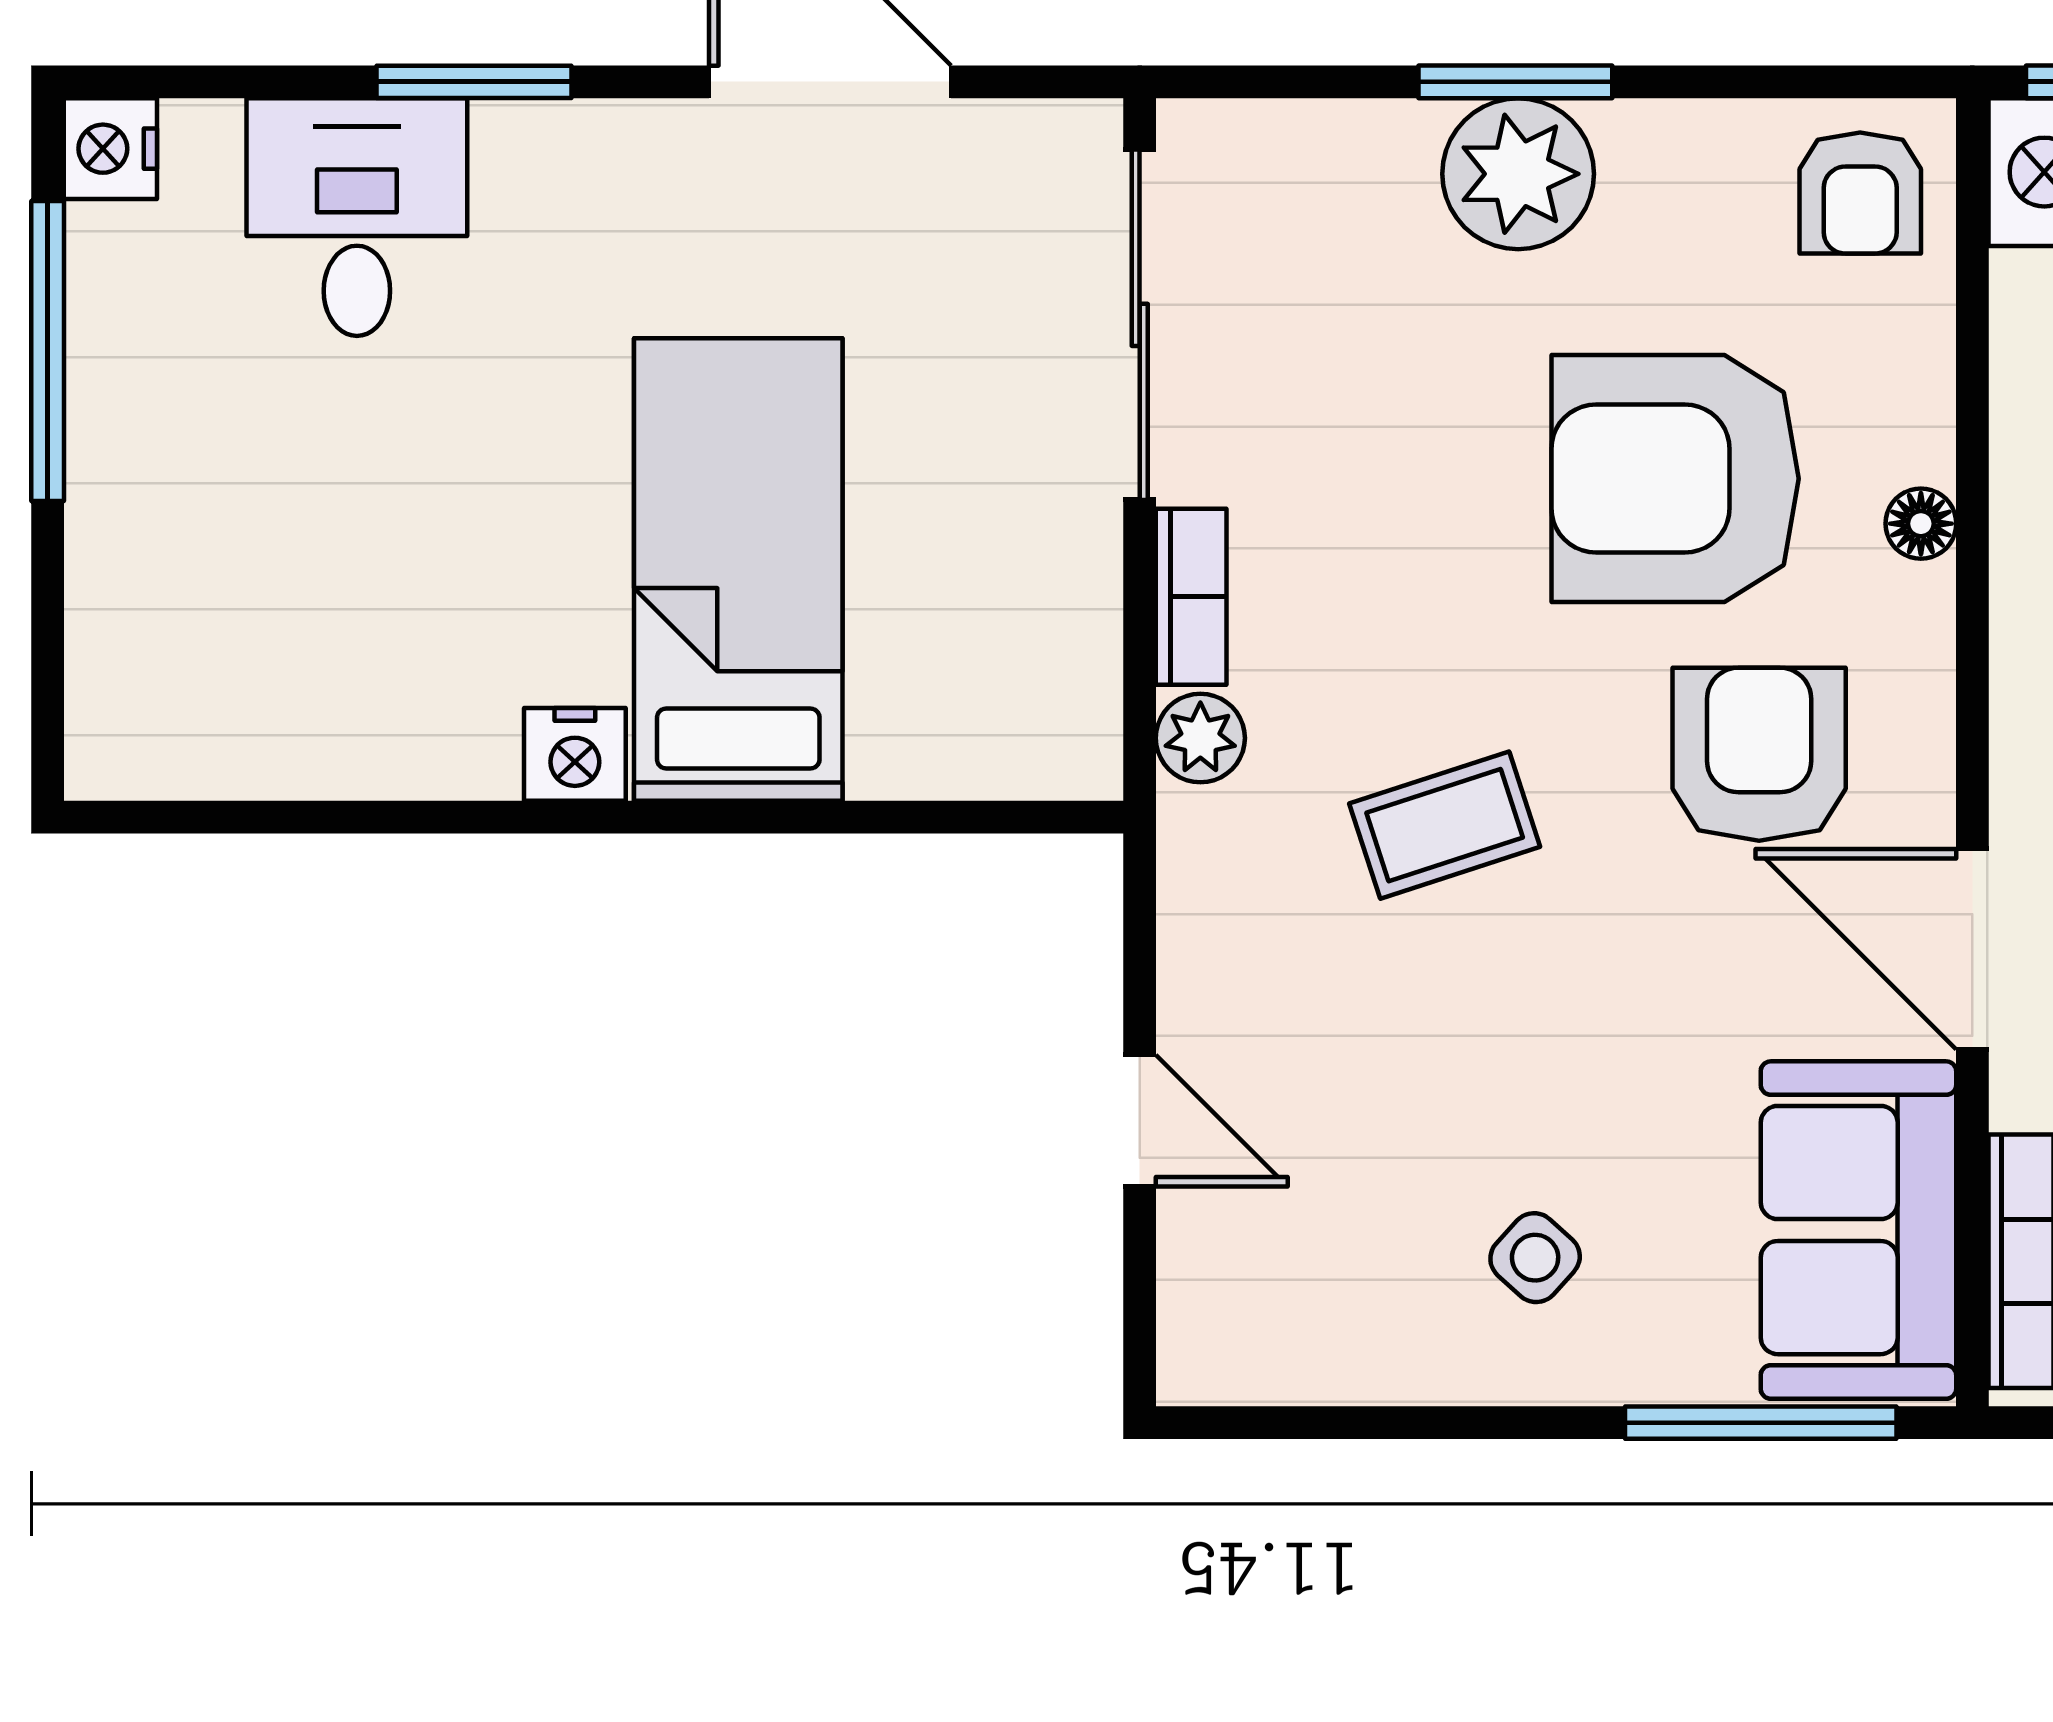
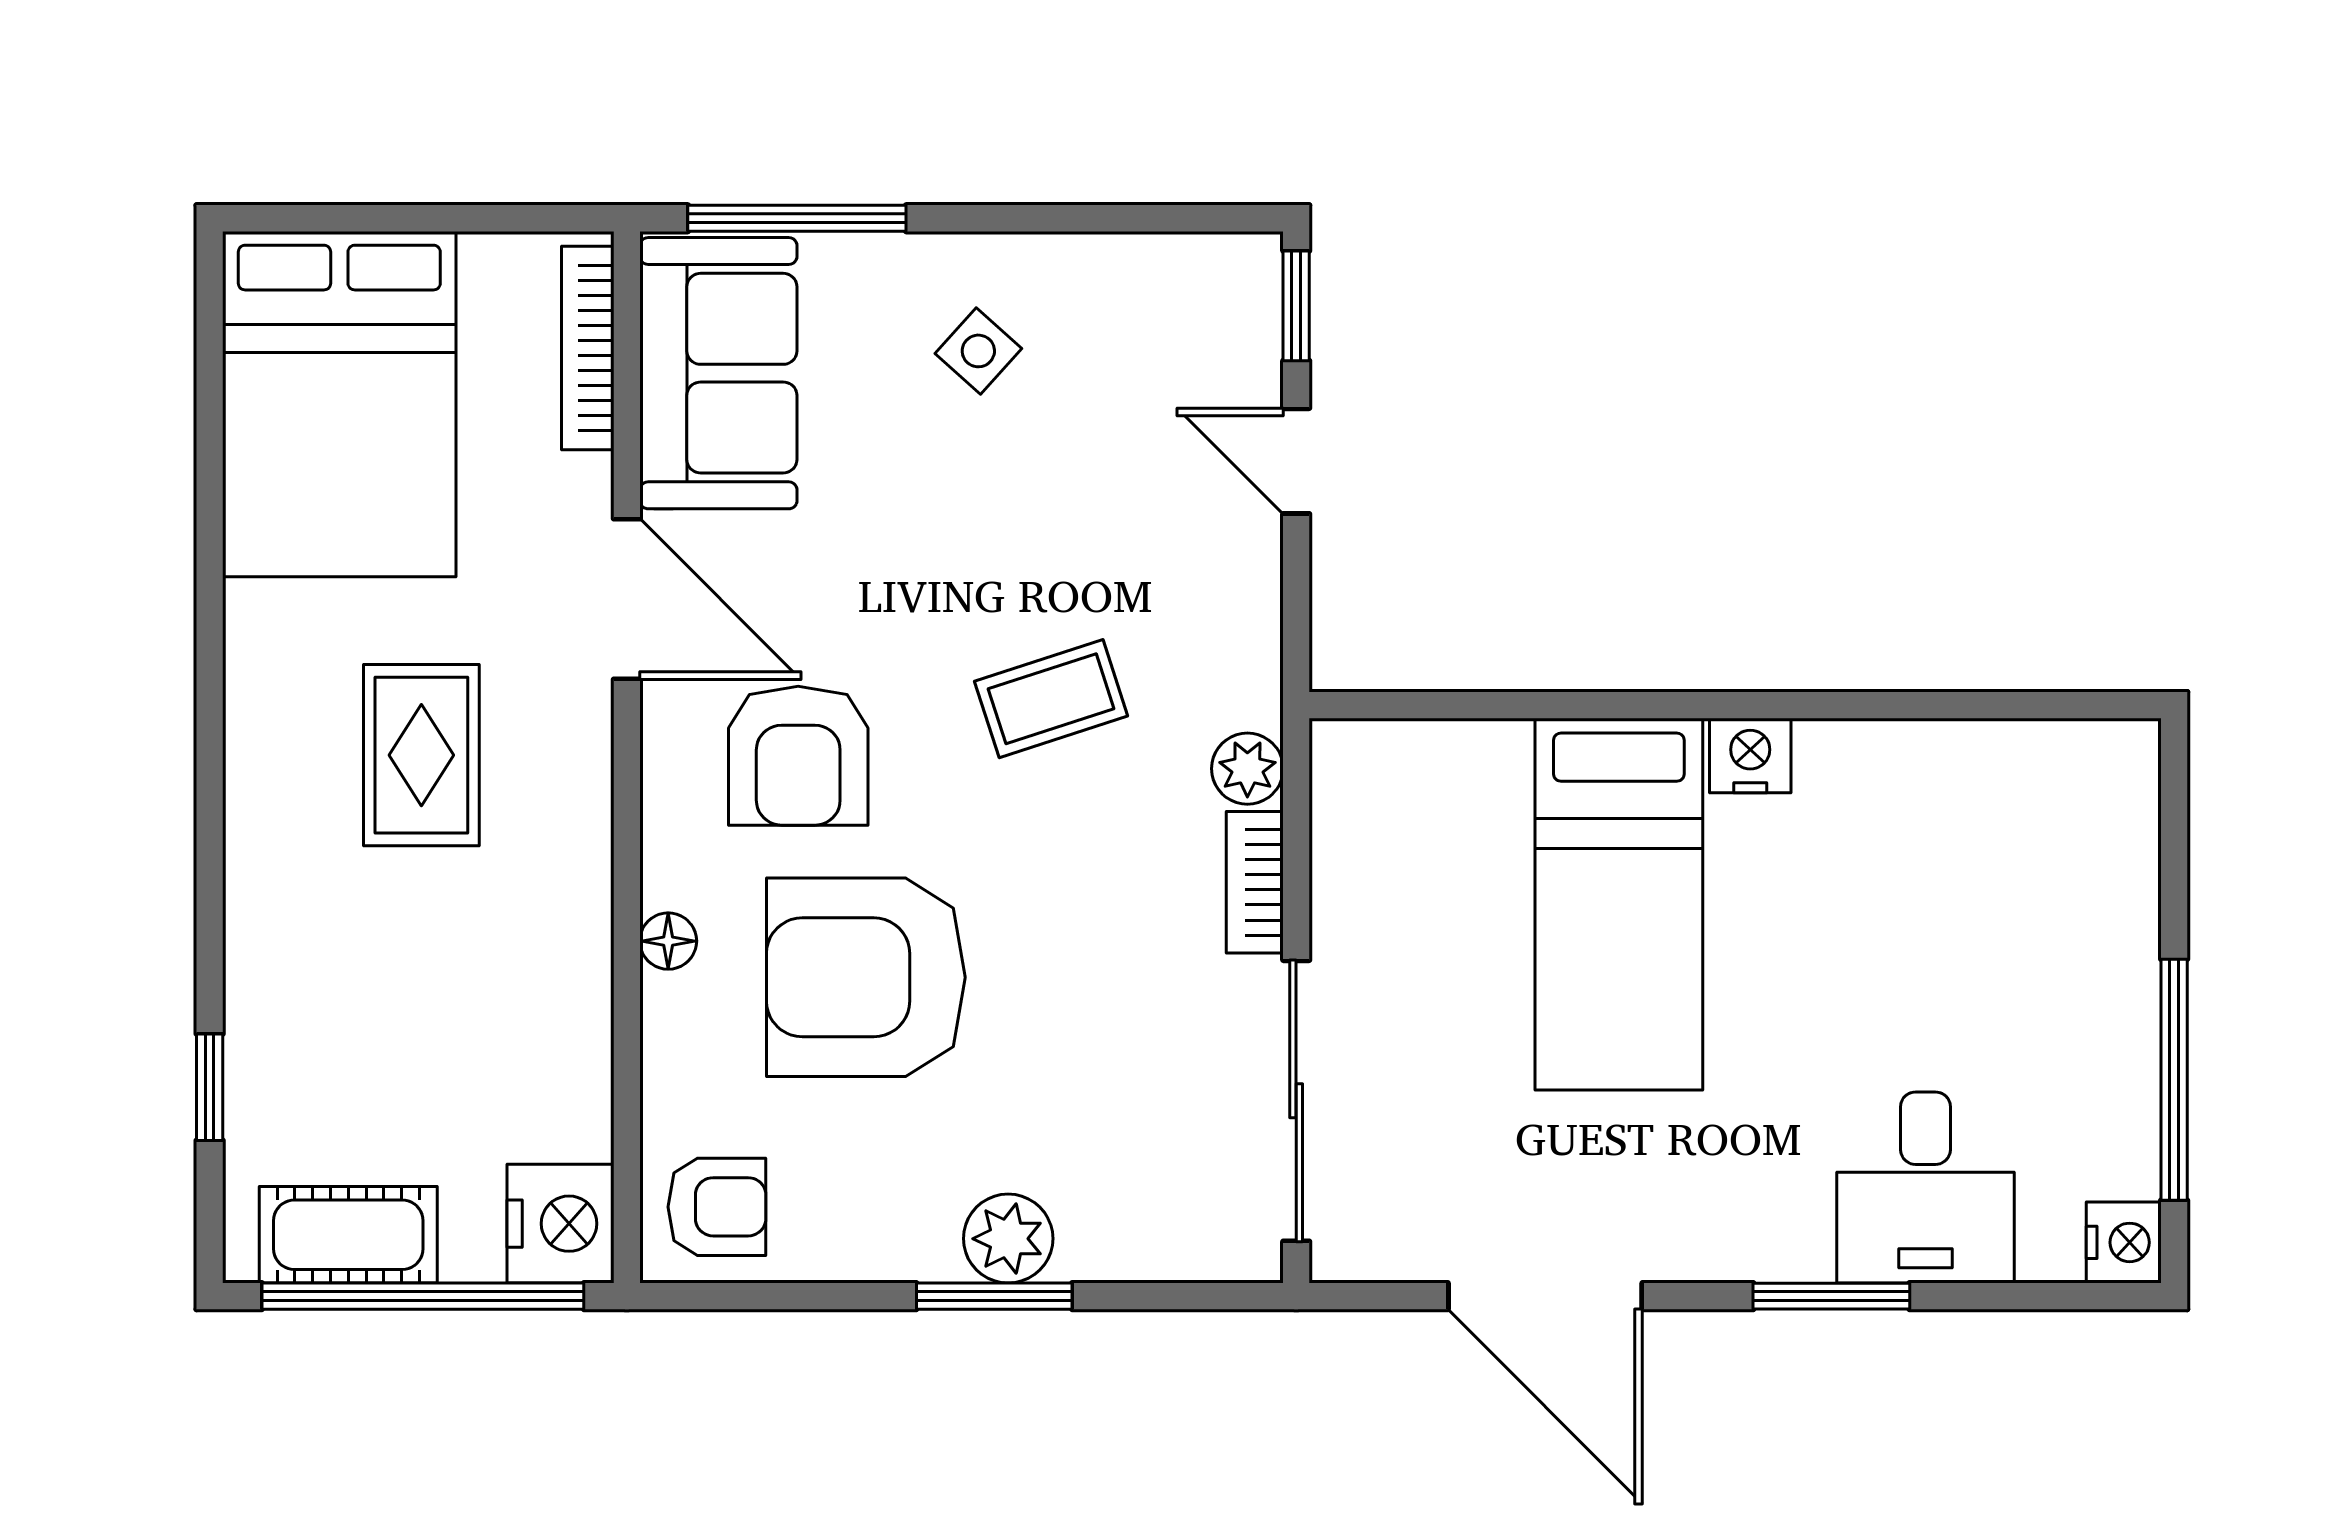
plant: (1518, 174) -> (1008, 1239), width x0.73, depth x0.73
armchair: (1860, 193) -> (717, 1207), turned 90
armchair: (1675, 479) -> (866, 977), turned 180
window: (1140, 1314) -> (1296, 306), added

